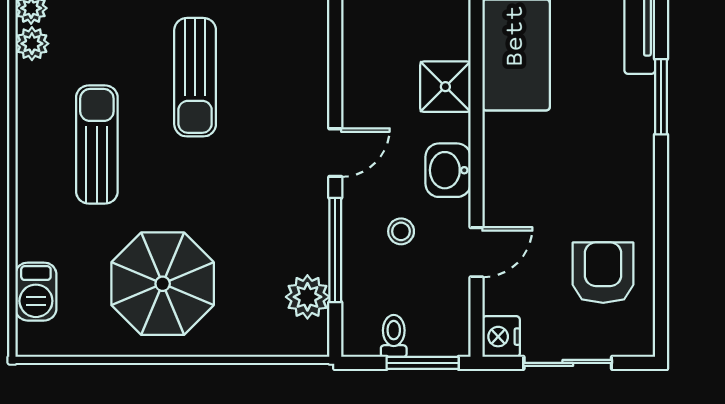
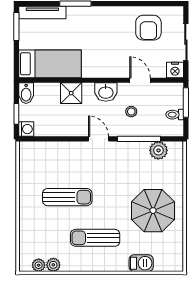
armchair: (603, 273) -> (148, 28), turned -90
barbecue: (36, 292) -> (141, 263), moved

